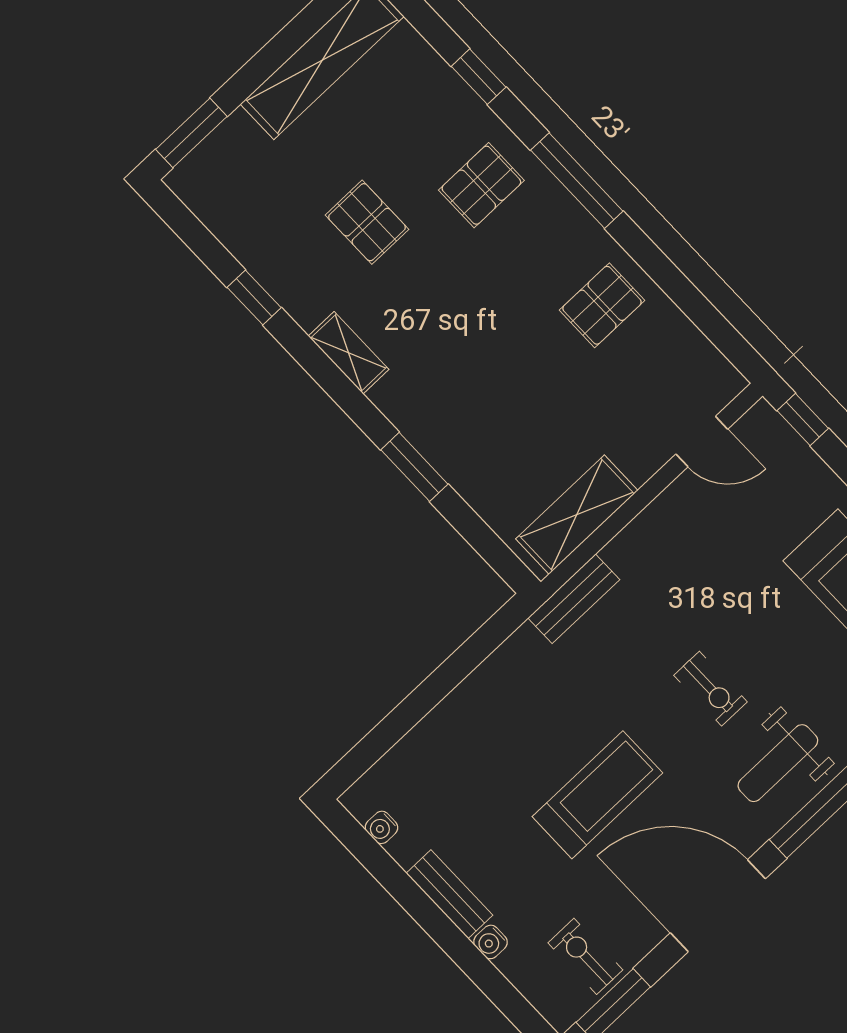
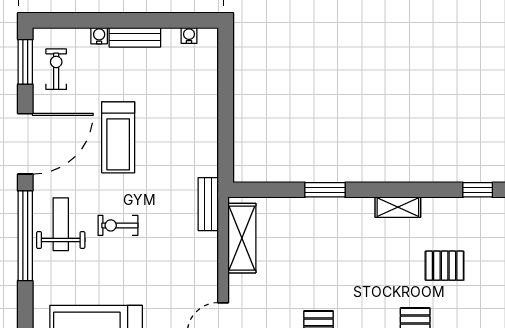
window: (254, 297) -> (478, 190), moved
exercise bike: (585, 956) -> (56, 69), turned -90

